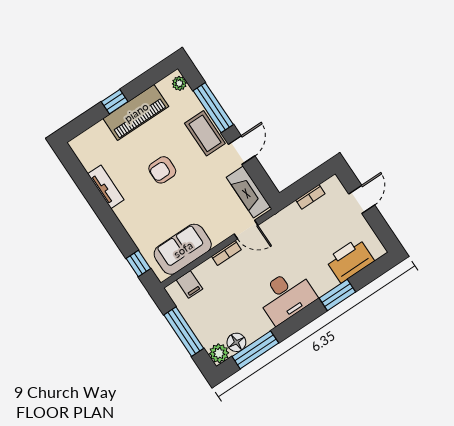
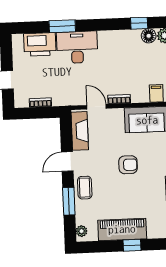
window: (213, 108) -> (69, 201), width x0.69
coffee table: (205, 133) -> (85, 188), width x0.73, depth x0.77
armchair: (162, 170) -> (128, 165), moved
desk: (286, 296) -> (77, 47), moved
window: (255, 350) -> (139, 23), width x0.46

